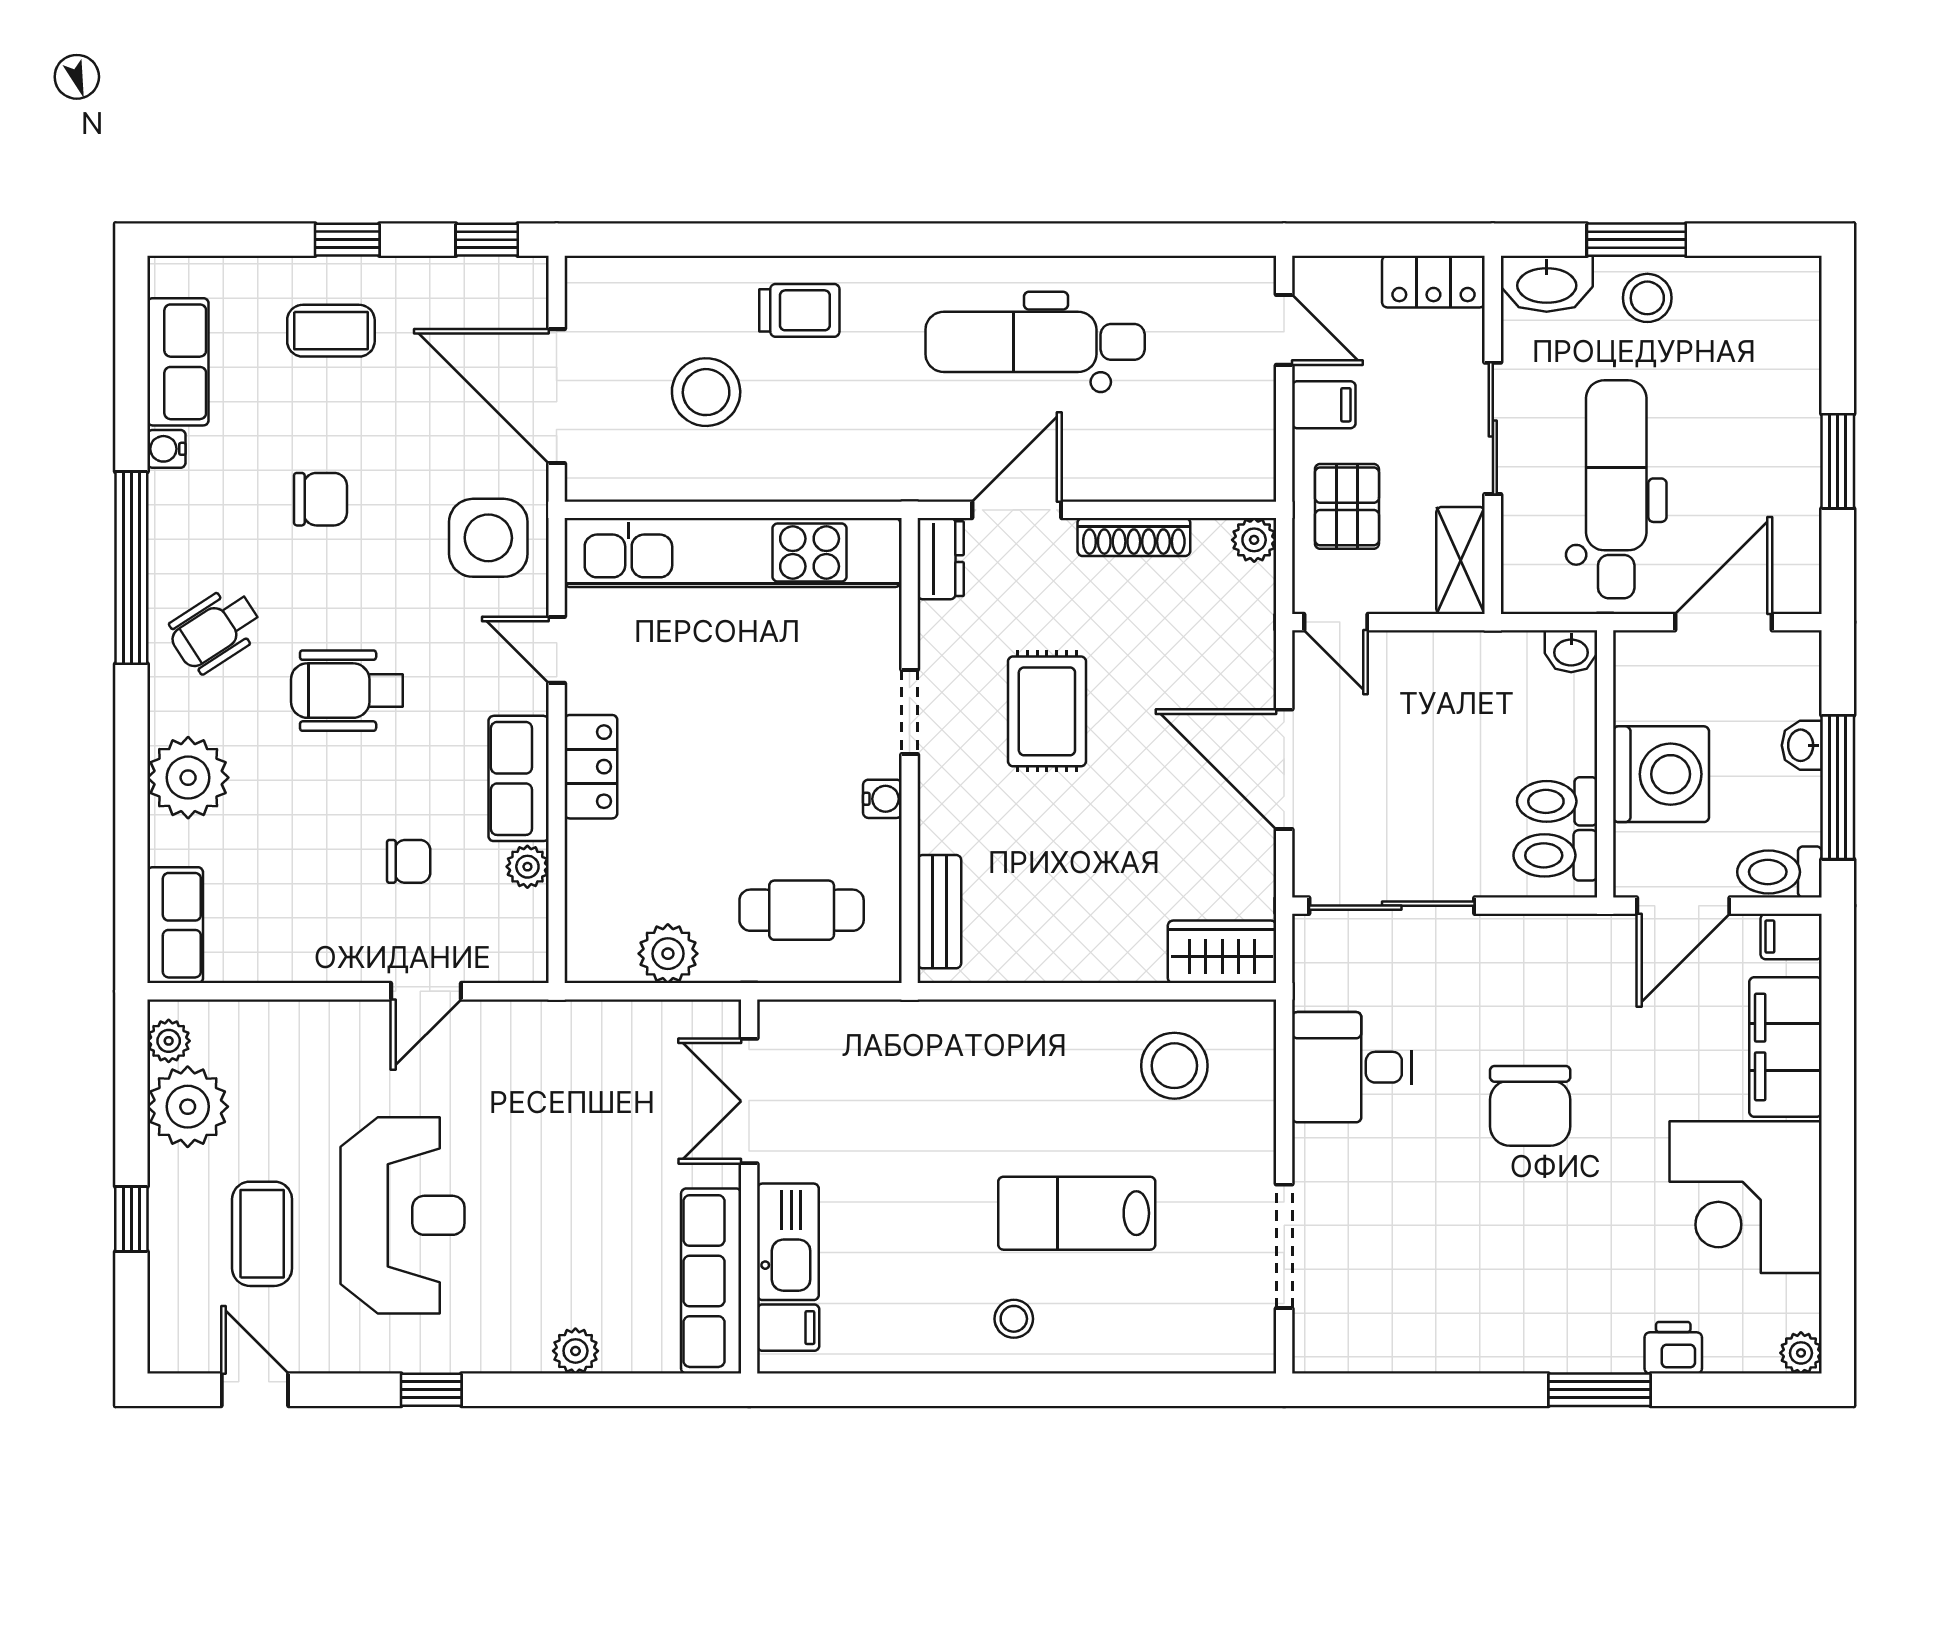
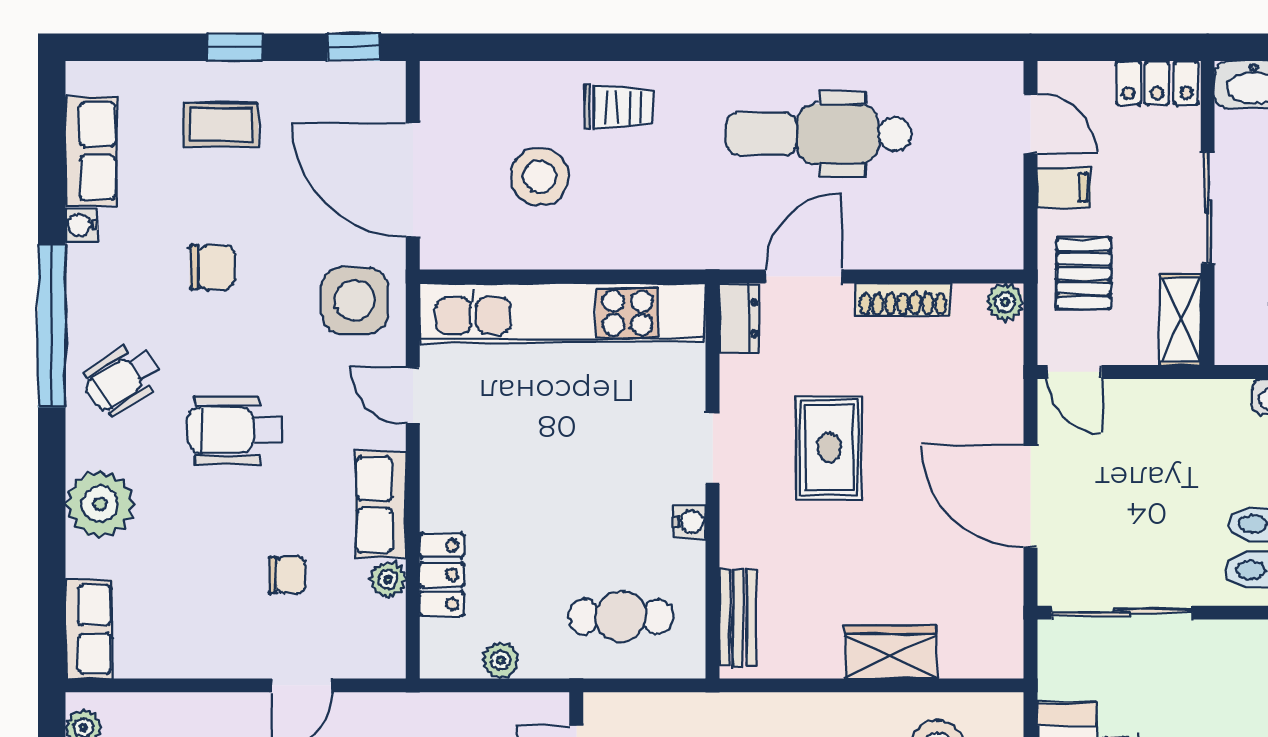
locker: (591, 767) -> (442, 575), moved
wardrobe: (1222, 952) -> (891, 652), moved
plant: (668, 954) -> (500, 660), width x0.73, depth x0.73

